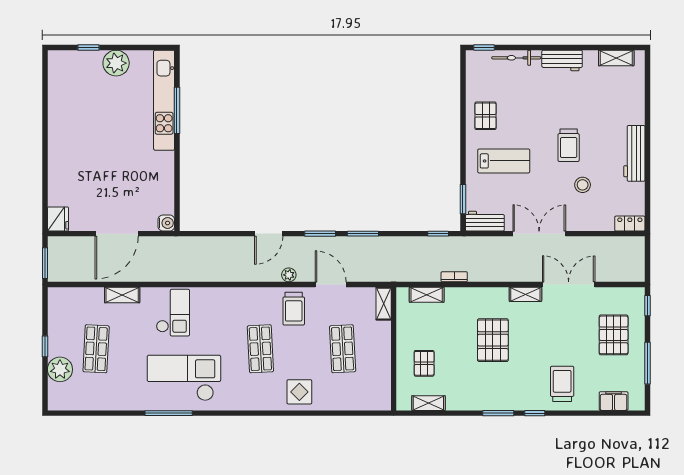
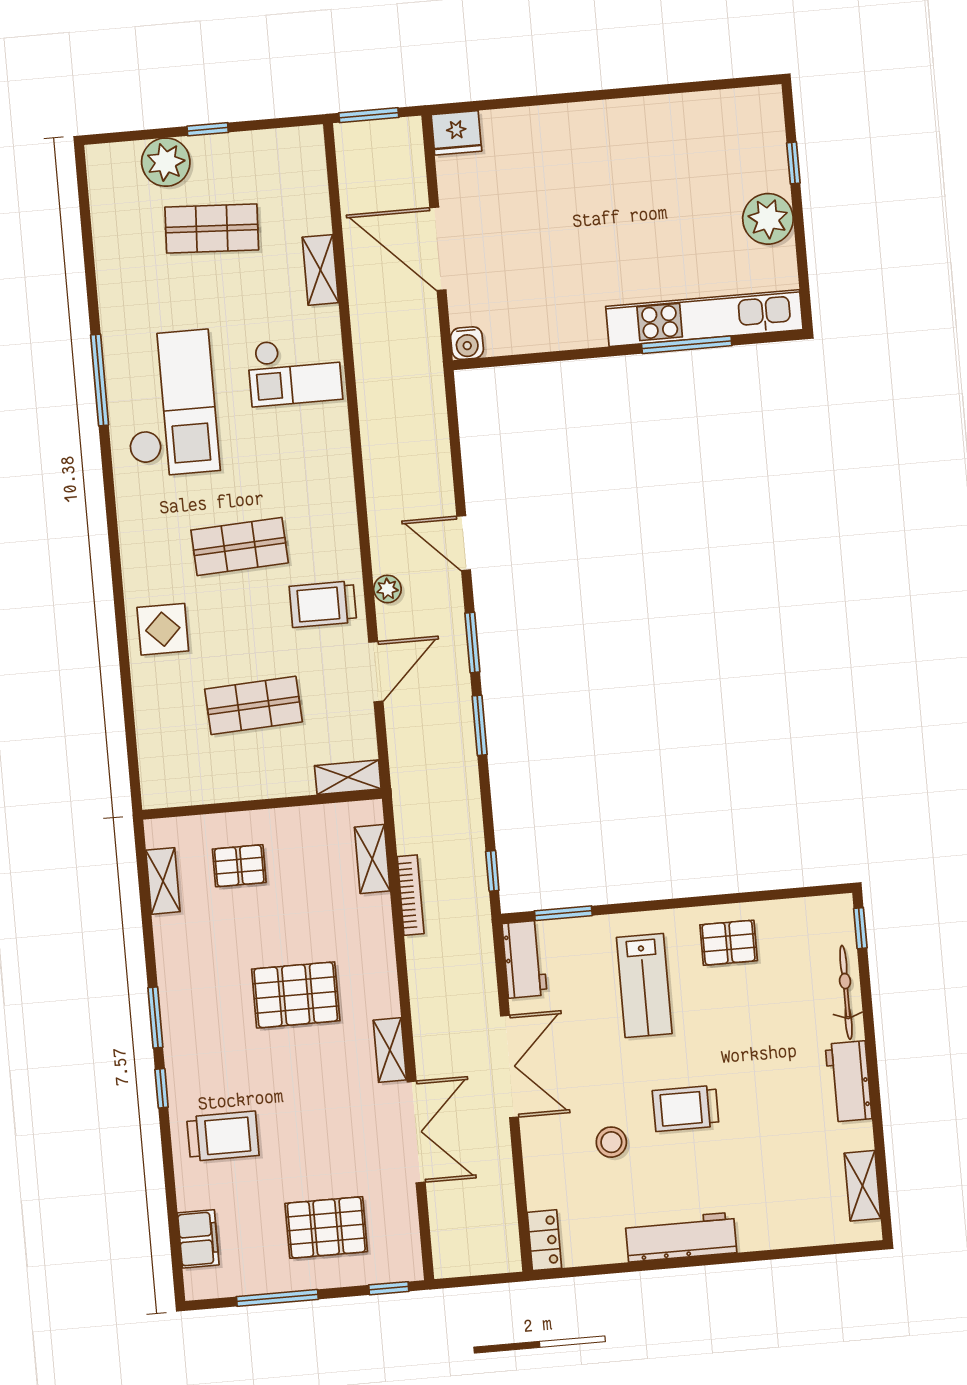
bookcase: (454, 277) -> (411, 895), width x1.56

